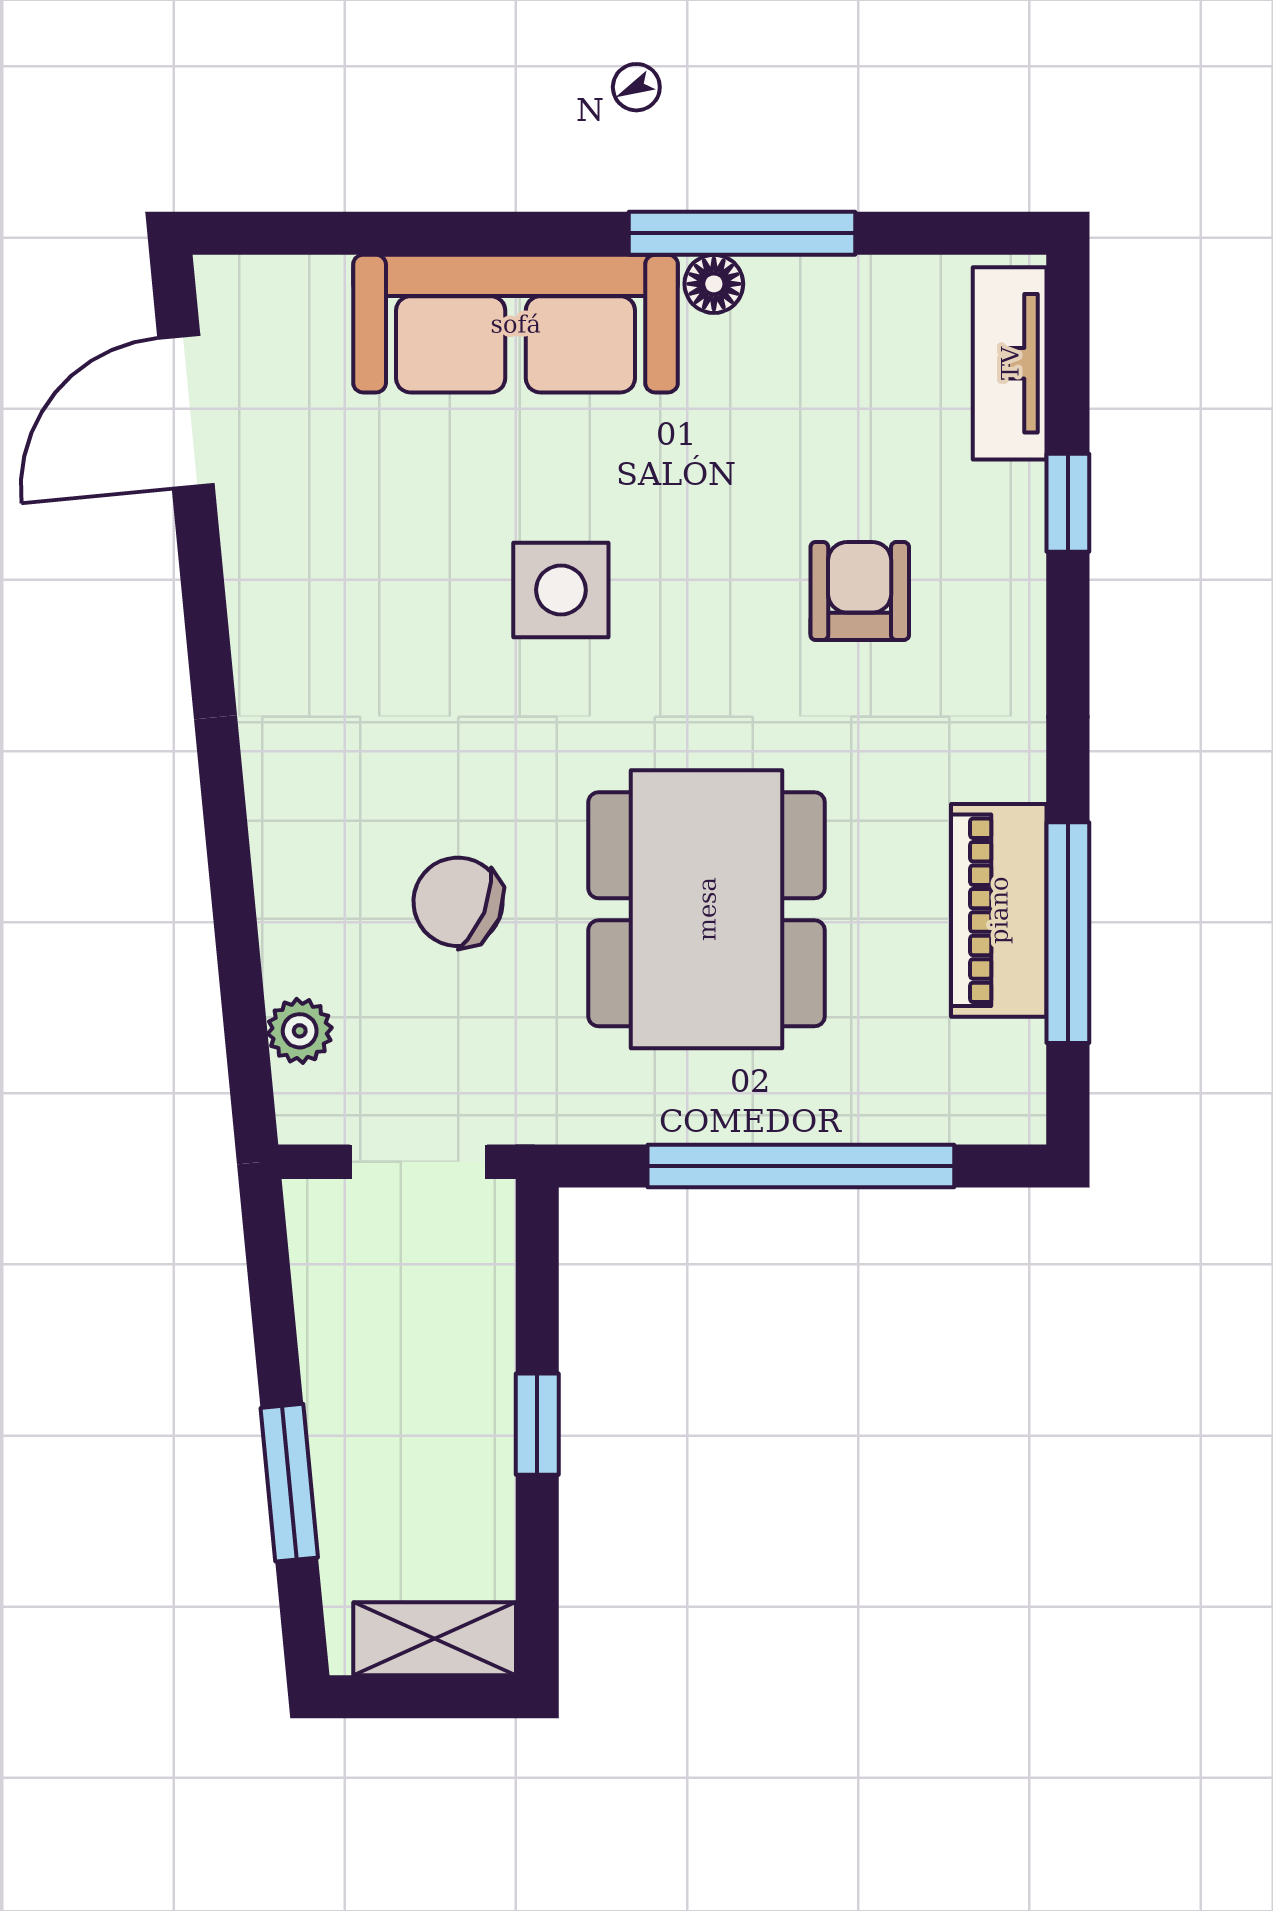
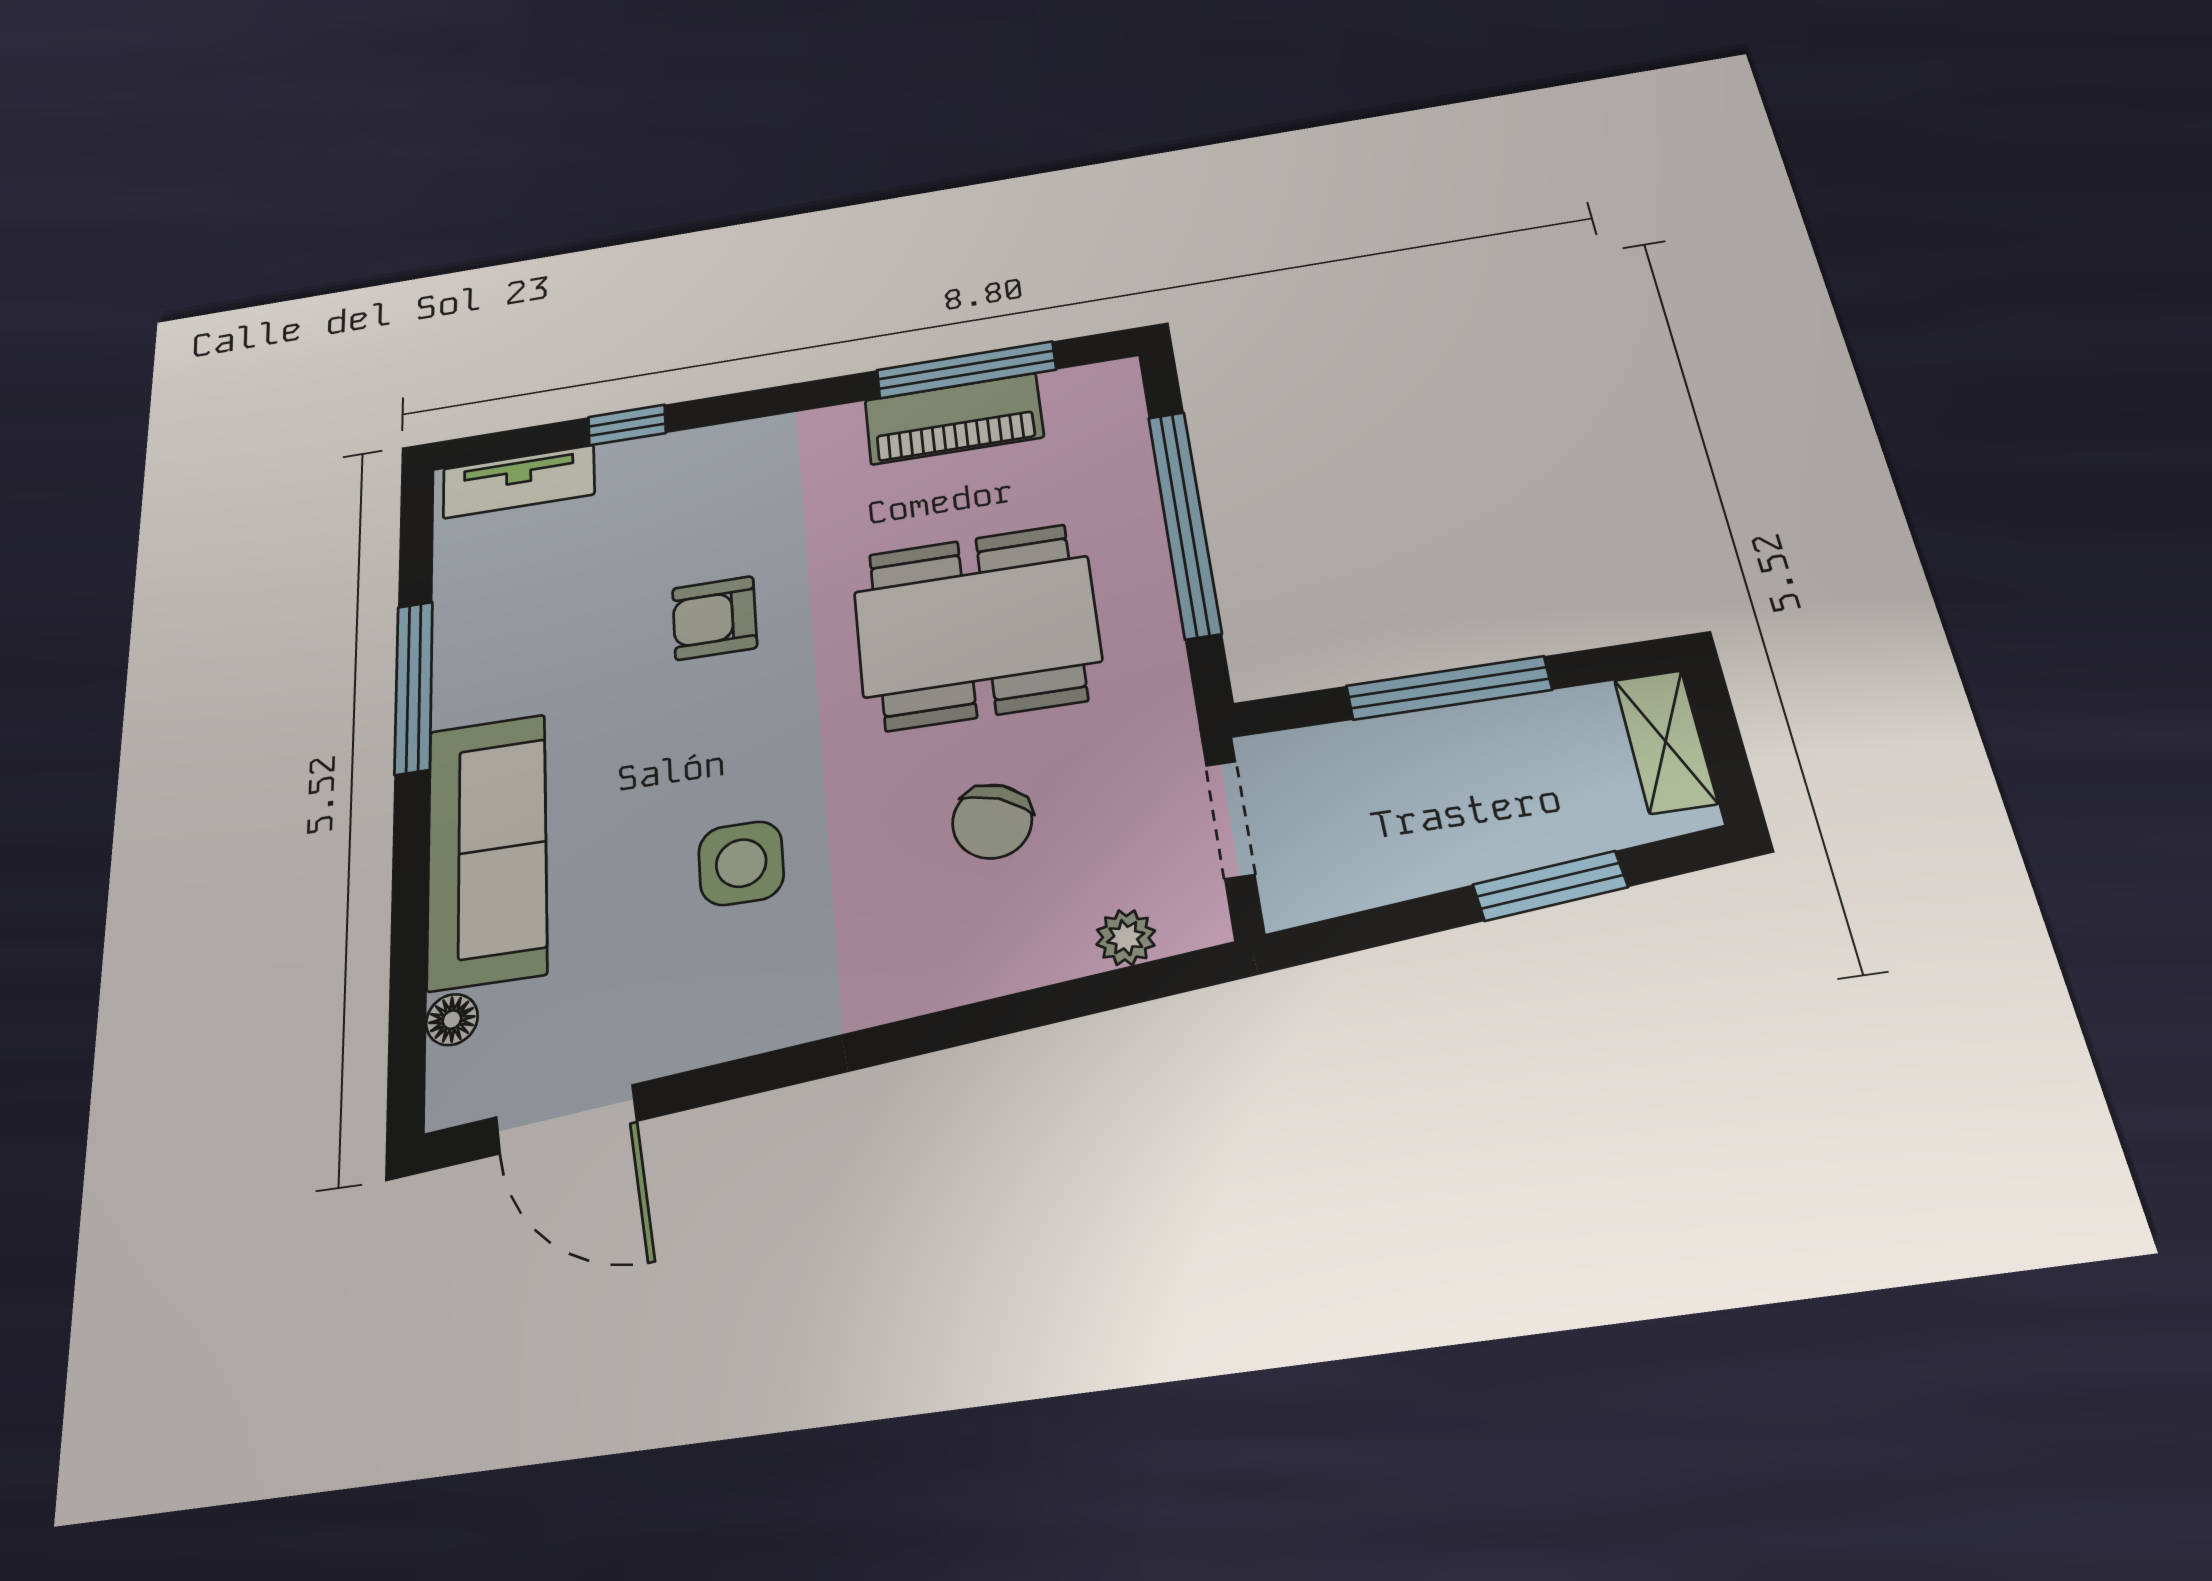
floor lamp: (714, 284) -> (452, 1020), moved
side table: (561, 590) -> (741, 863), moved
armchair: (860, 591) -> (715, 618), moved
window: (537, 1424) -> (1449, 688), width x2.17

